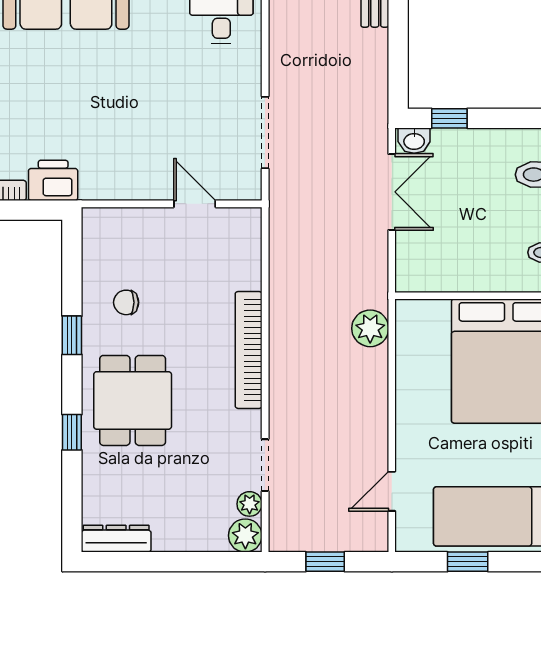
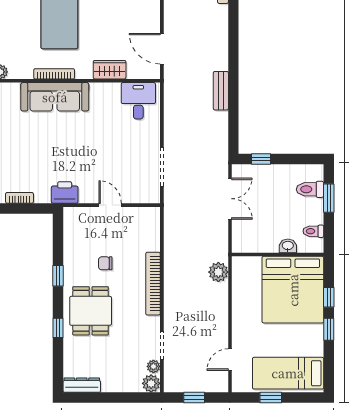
washbasin: (414, 141) -> (288, 246), moved, turned 180
printer: (53, 180) -> (65, 192), moved
door: (195, 204) -> (110, 205), moved
chair: (126, 302) -> (105, 263), moved

